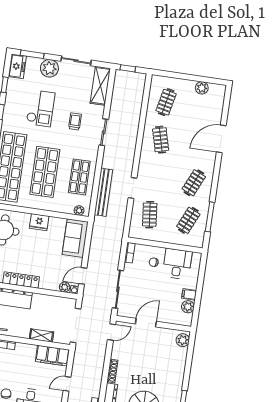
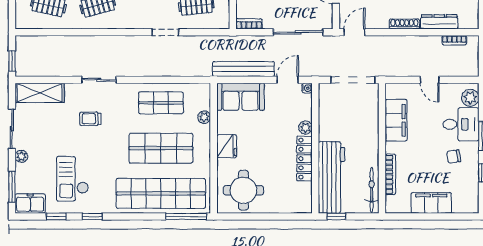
plant: (49, 68) -> (21, 156), width x0.53, depth x0.53
checkout: (41, 108) -> (73, 179), moved, turned -90
bench: (103, 192) -> (244, 69), moved
plant: (79, 210) -> (204, 117), moved
door: (83, 276) -> (288, 80), swing flipped
plant: (65, 287) -> (305, 128), moved
door: (112, 332) -> (354, 32), hinge flipped
shelving: (41, 335) -> (372, 122), removed
filing cabinet: (52, 356) -> (396, 120), moved

